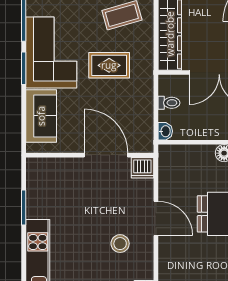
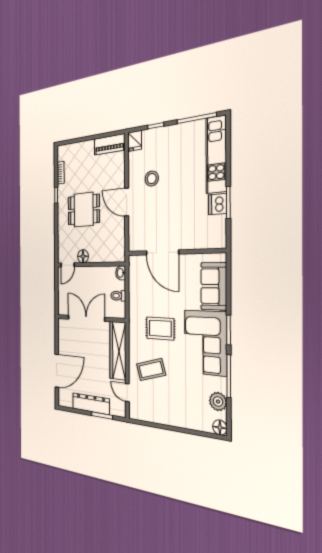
dishwasher: (142, 168) -> (217, 204), moved, turned -90

